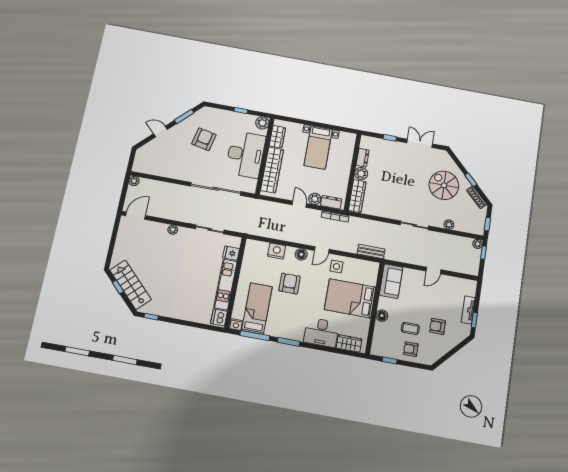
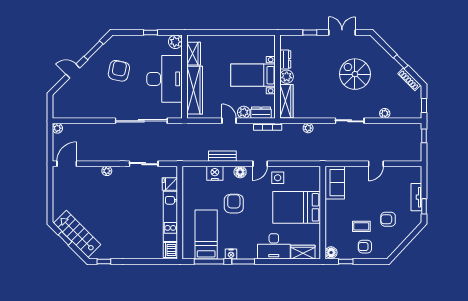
bed with nightstands: (318, 147) -> (253, 75), moved, turned 90
spiral stairs: (444, 185) -> (355, 74), moved
plant: (478, 244) -> (308, 128), moved
bench: (371, 251) -> (222, 156), moved
floor lamp: (382, 316) -> (331, 253), moved
nightstand: (236, 325) -> (231, 254), moved

